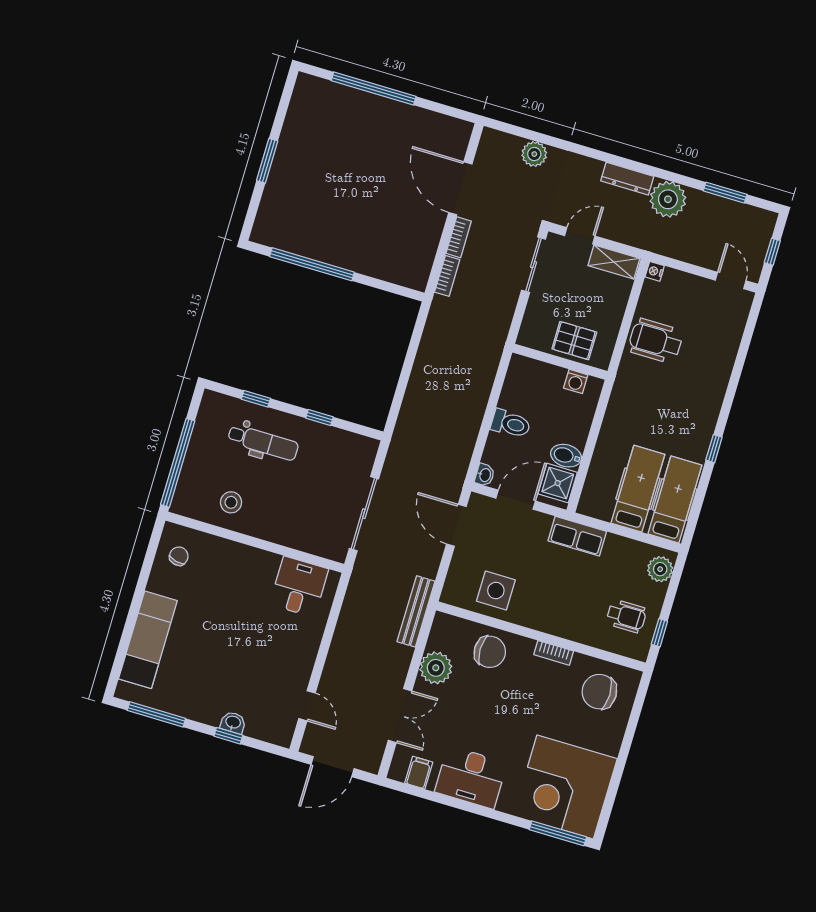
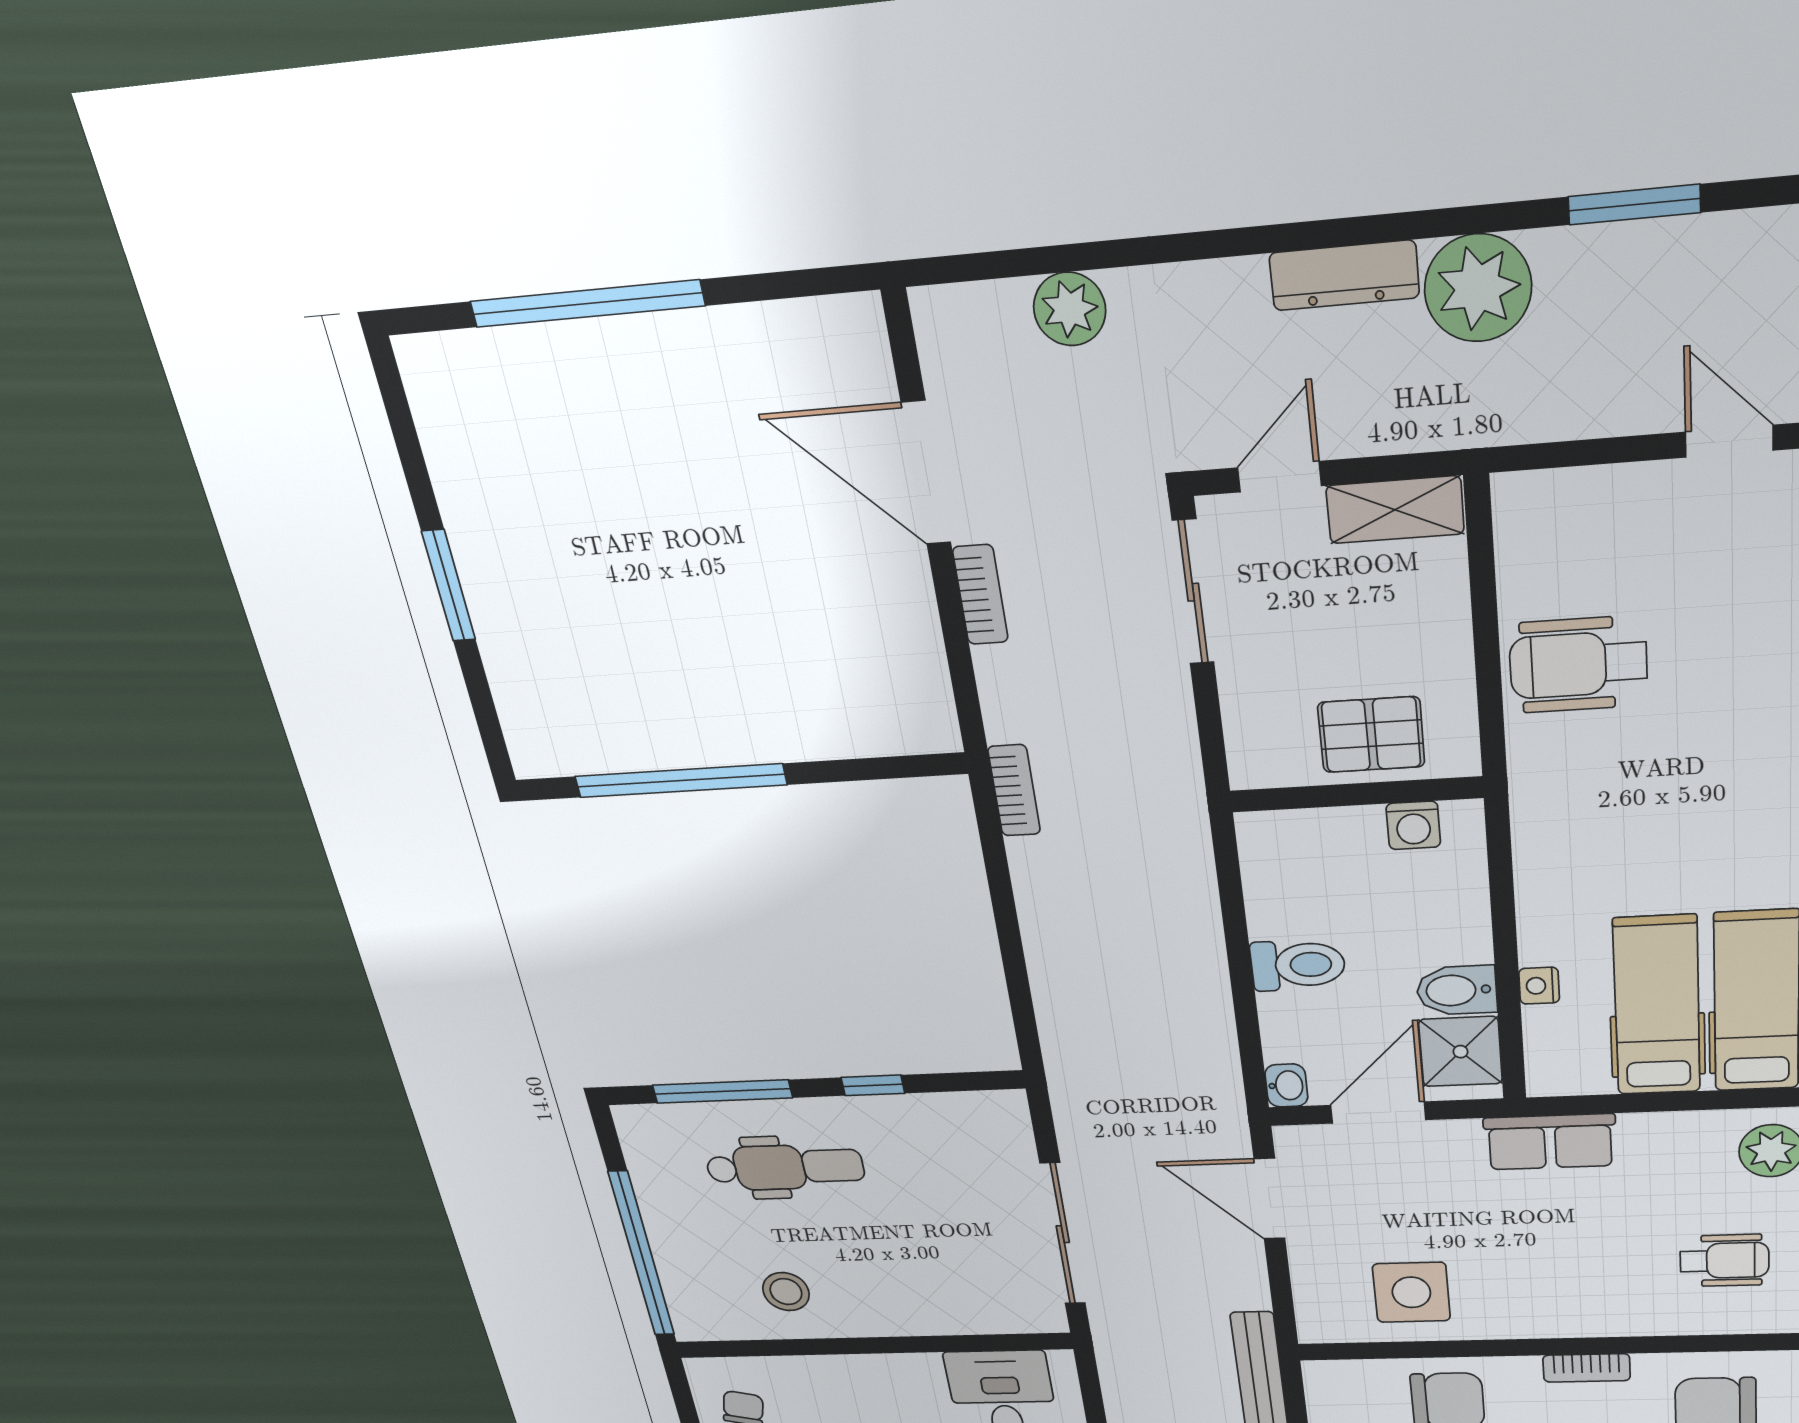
nightstand: (655, 271) -> (1539, 986), moved
bookcase: (447, 276) -> (1014, 790), moved
window: (256, 399) -> (722, 1091), width x2.17

